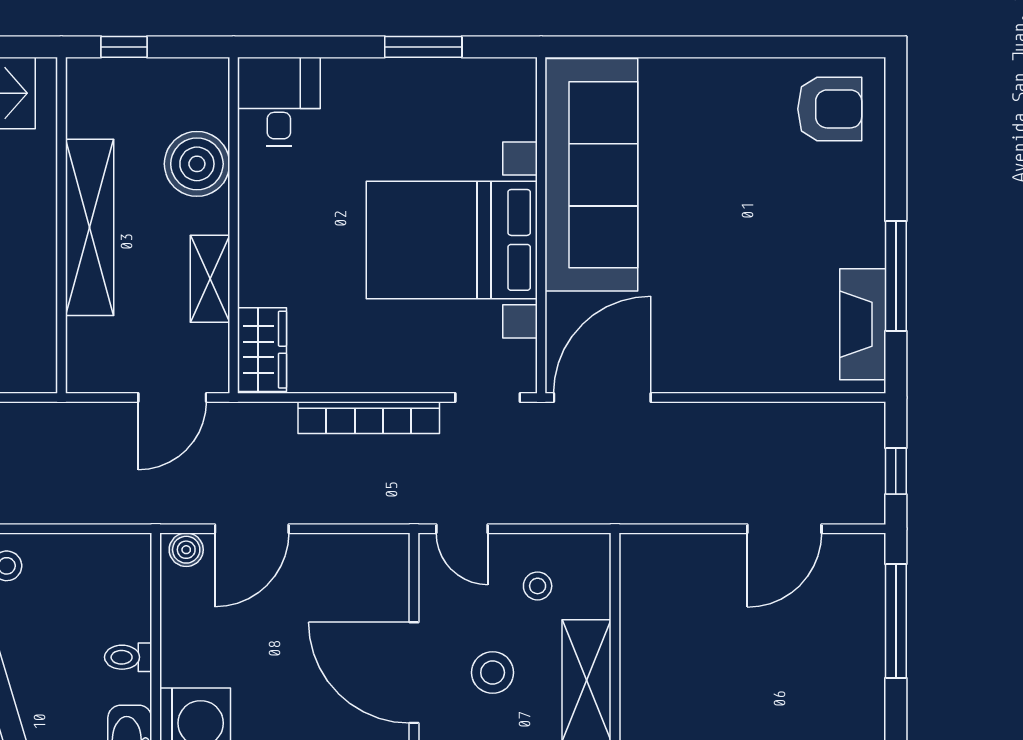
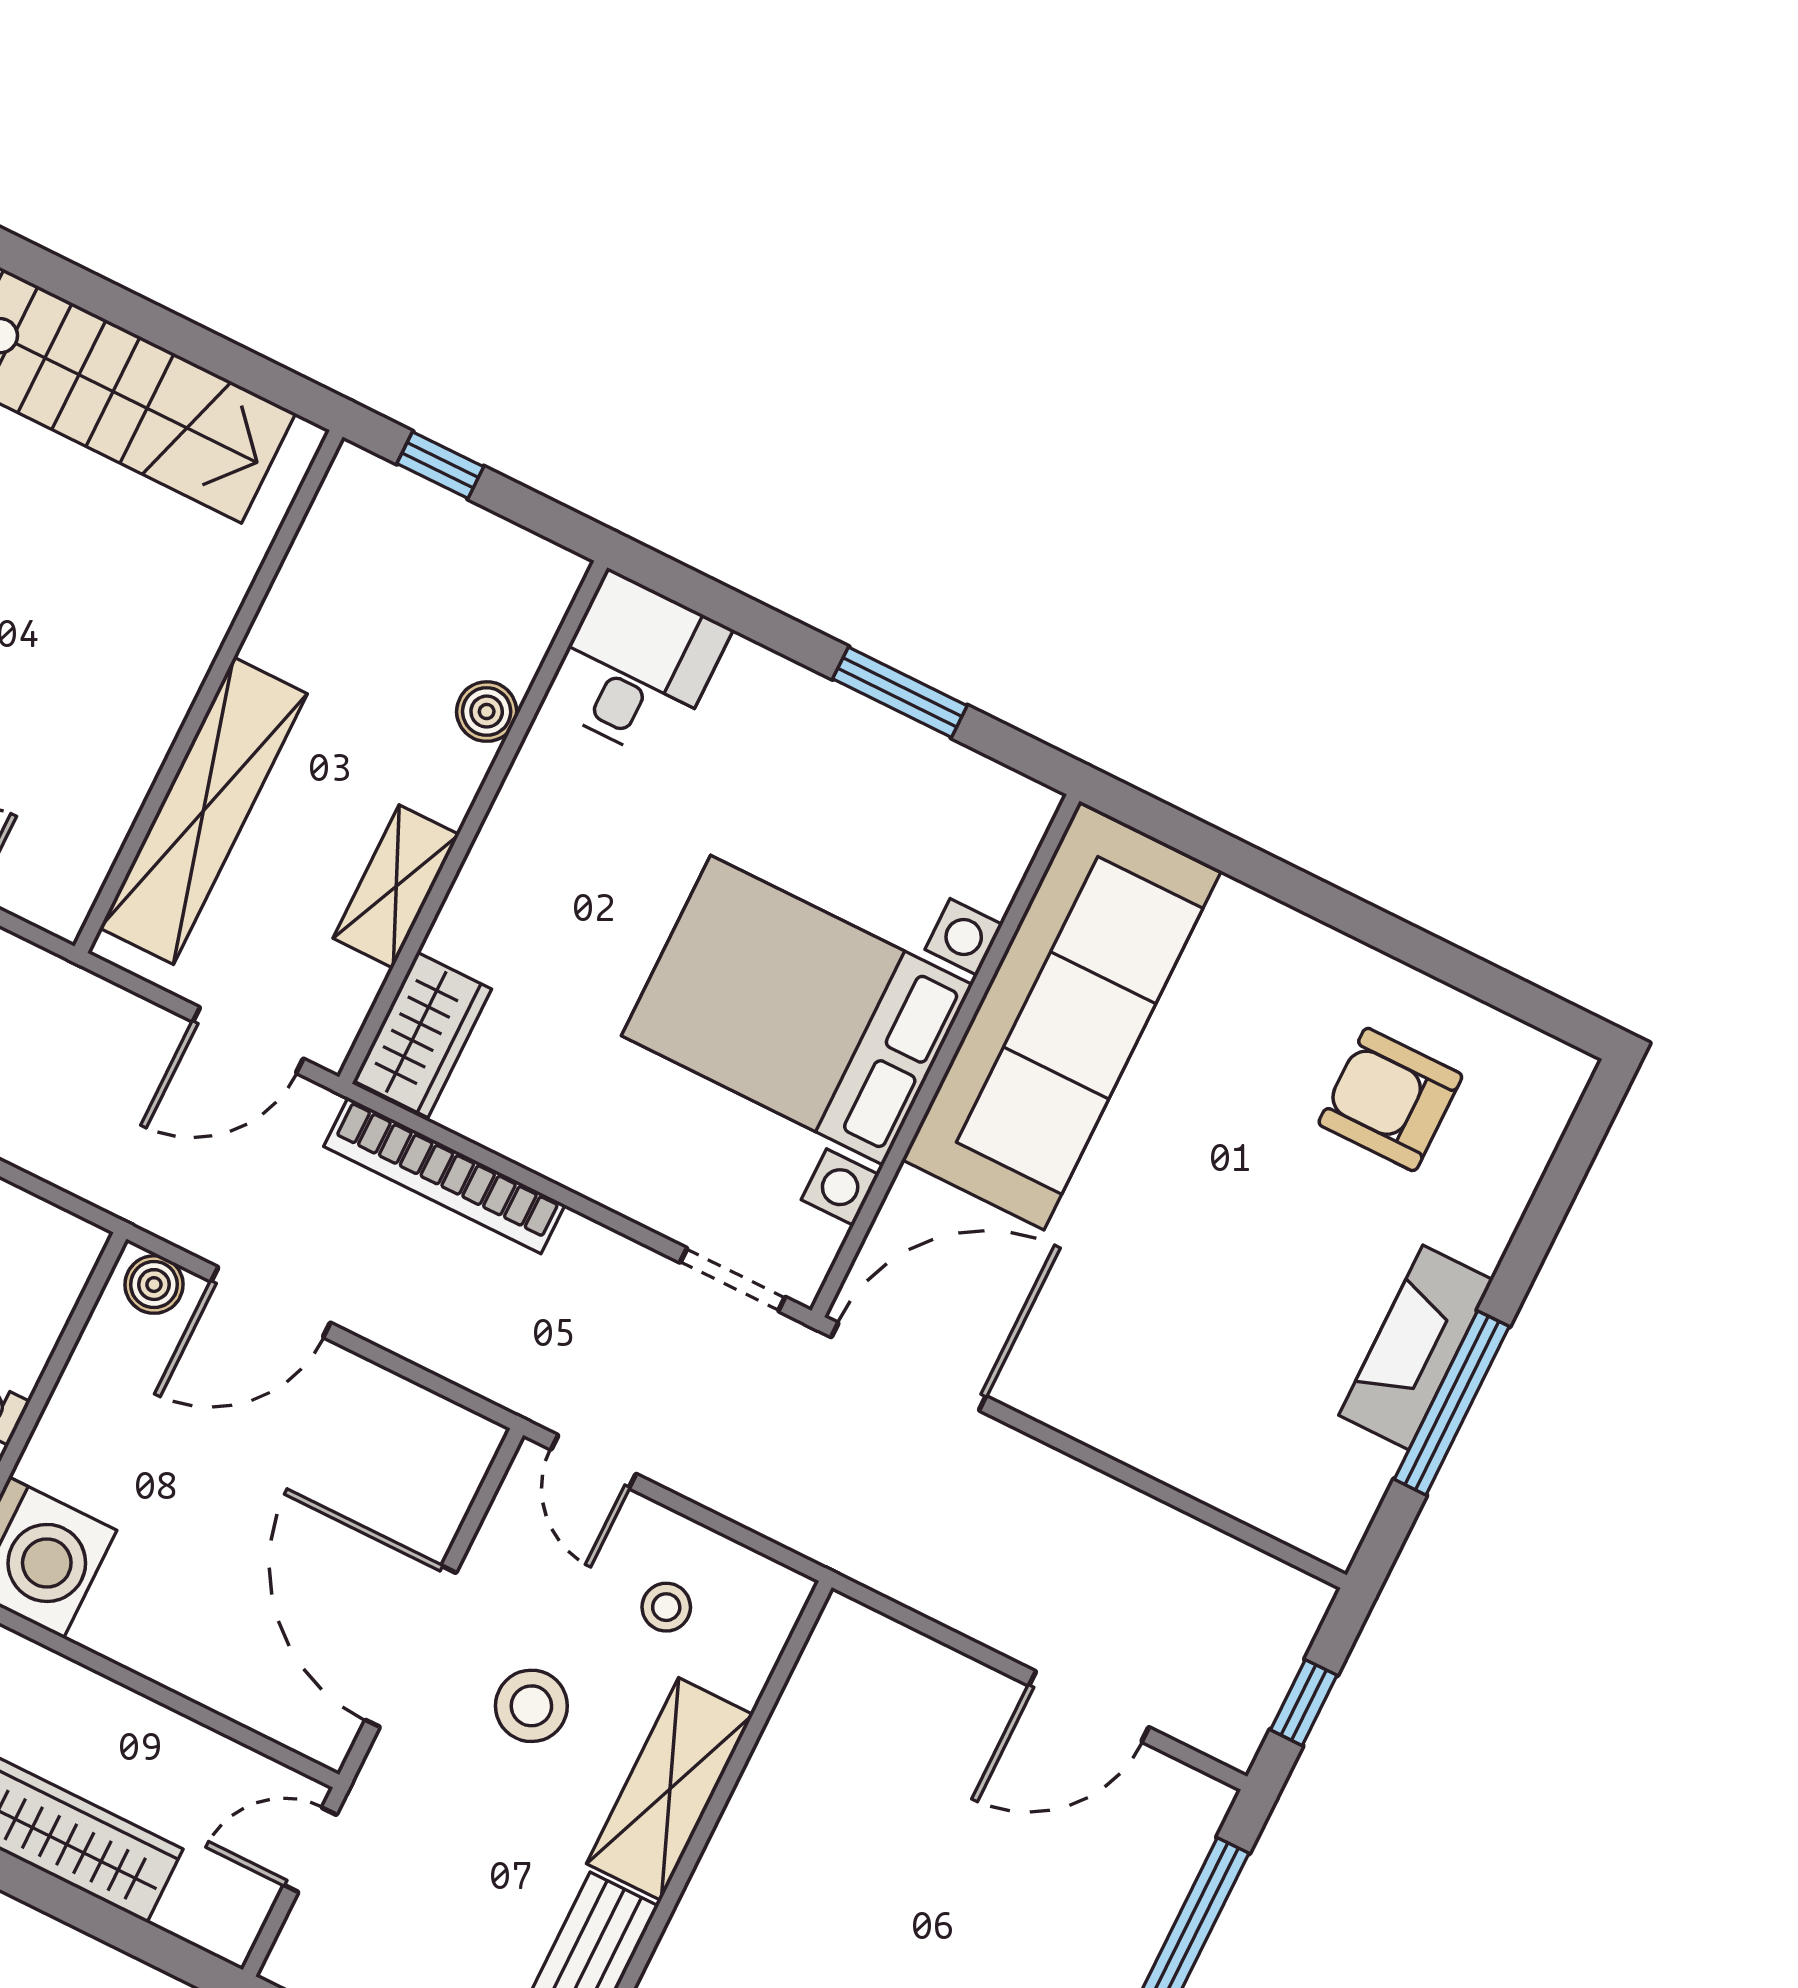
armchair: (830, 109) -> (1390, 1099), moved, turned 180
boiler: (197, 164) -> (487, 712), width x0.54, depth x0.54
shelving: (90, 227) -> (203, 811), moved
fireplace: (863, 324) -> (1416, 1348), moved
bookcase: (369, 418) -> (444, 1176), moved

